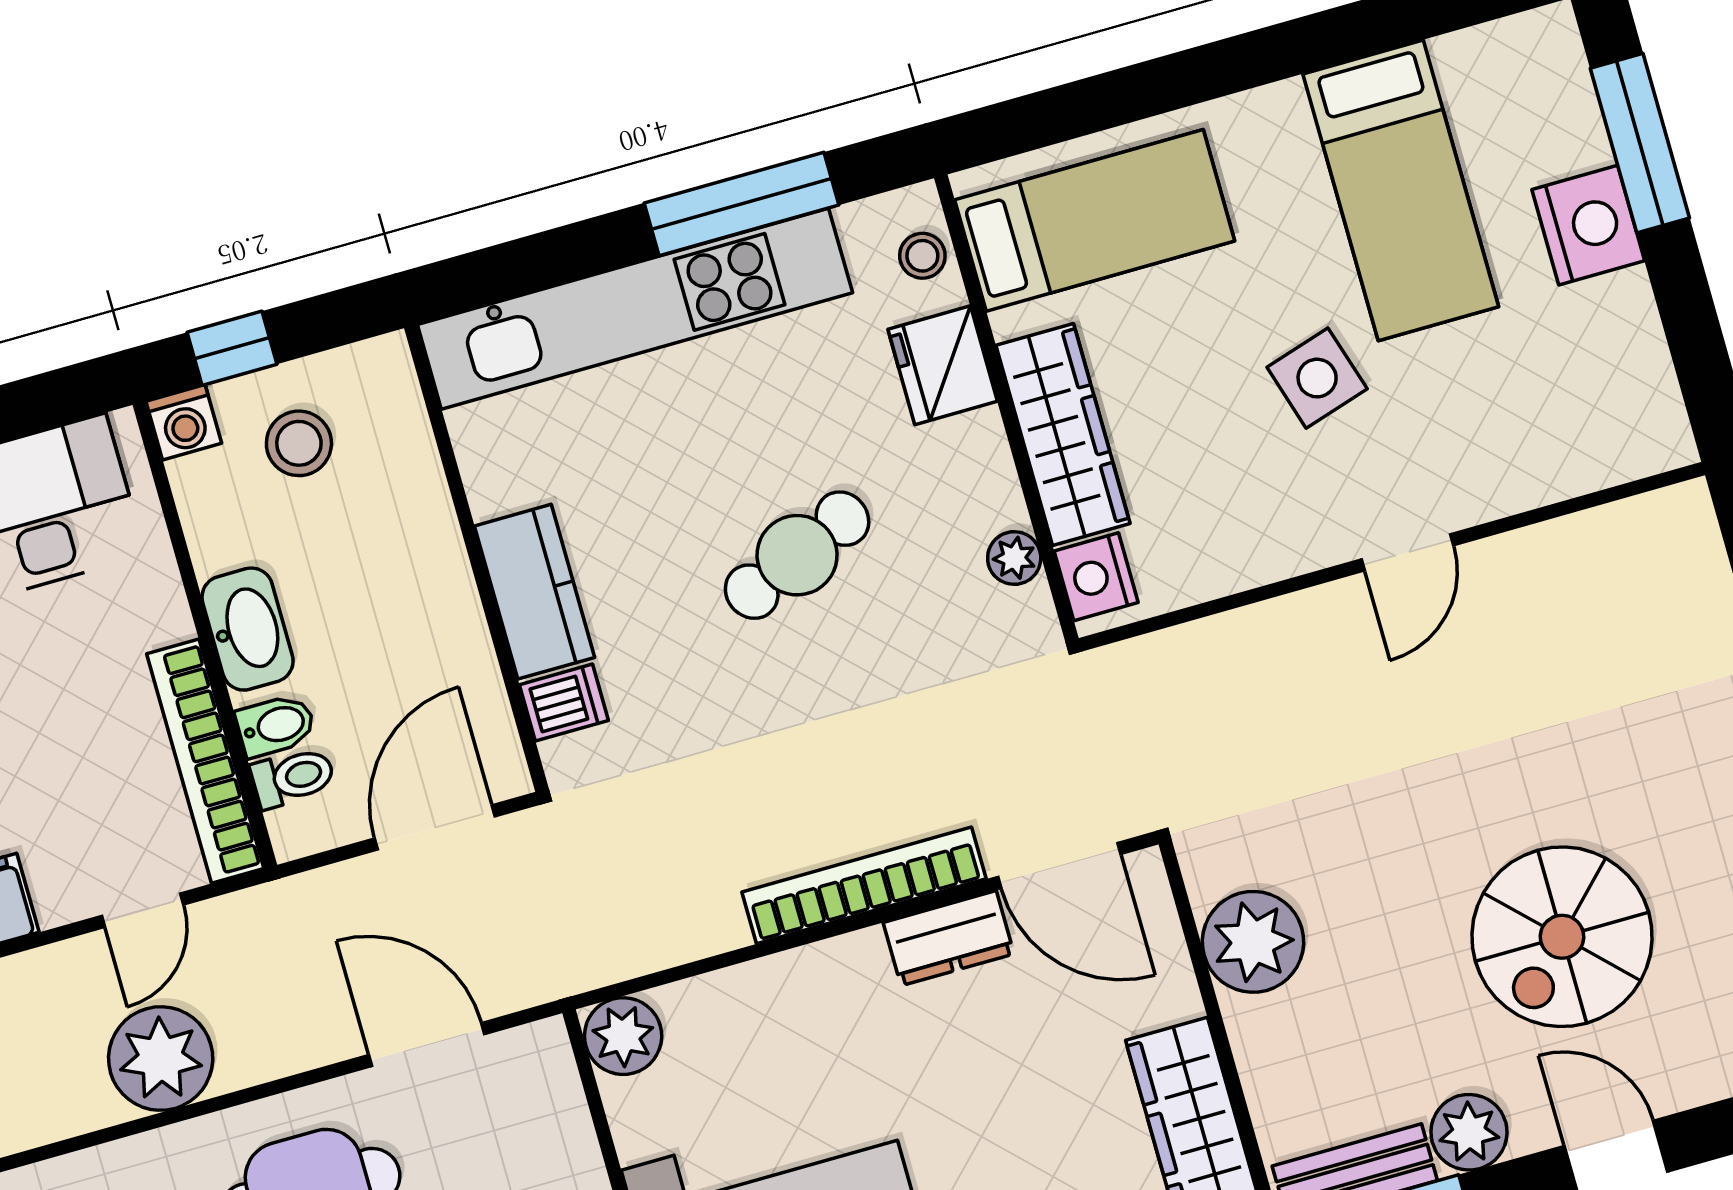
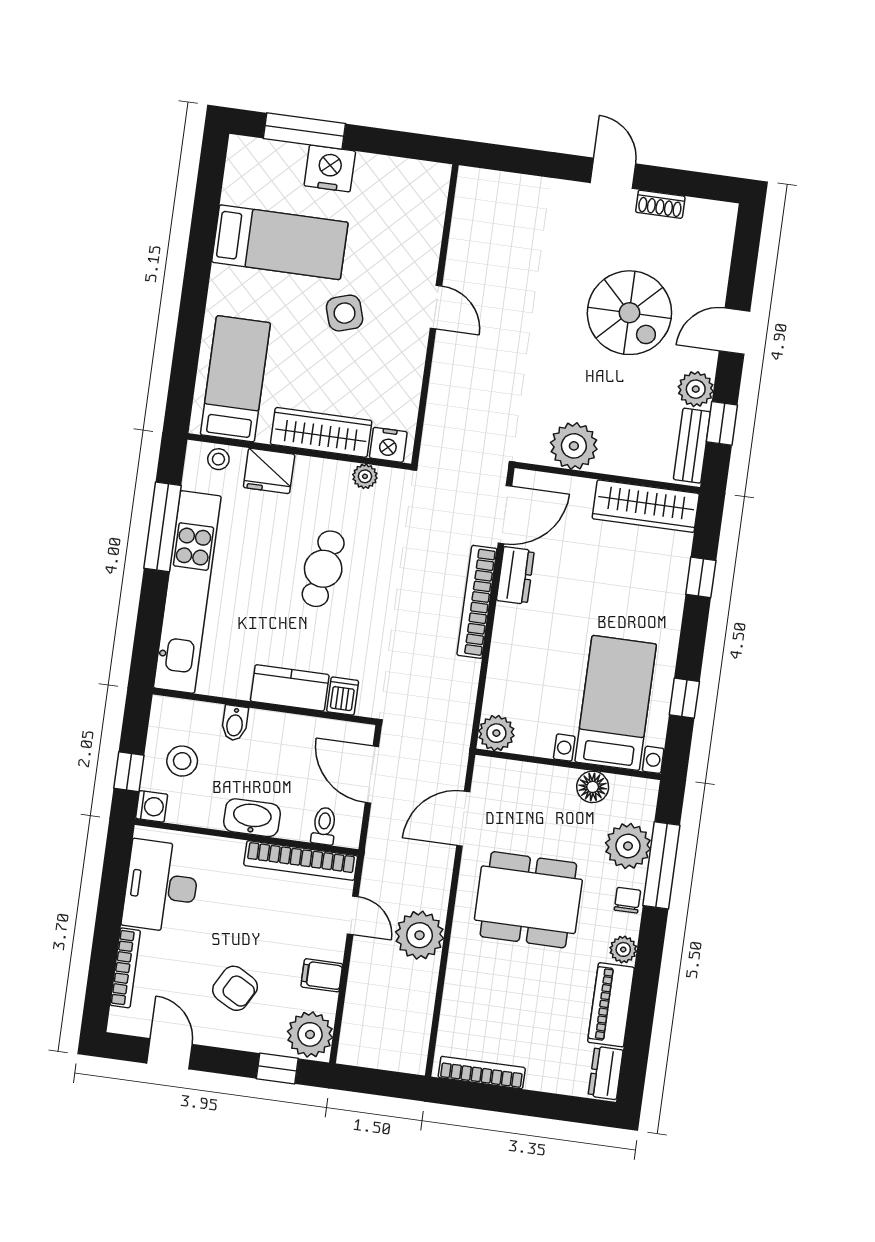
cafe table: (797, 555) -> (323, 569), turned 32
bidet: (276, 725) -> (235, 723), moved, turned 180

